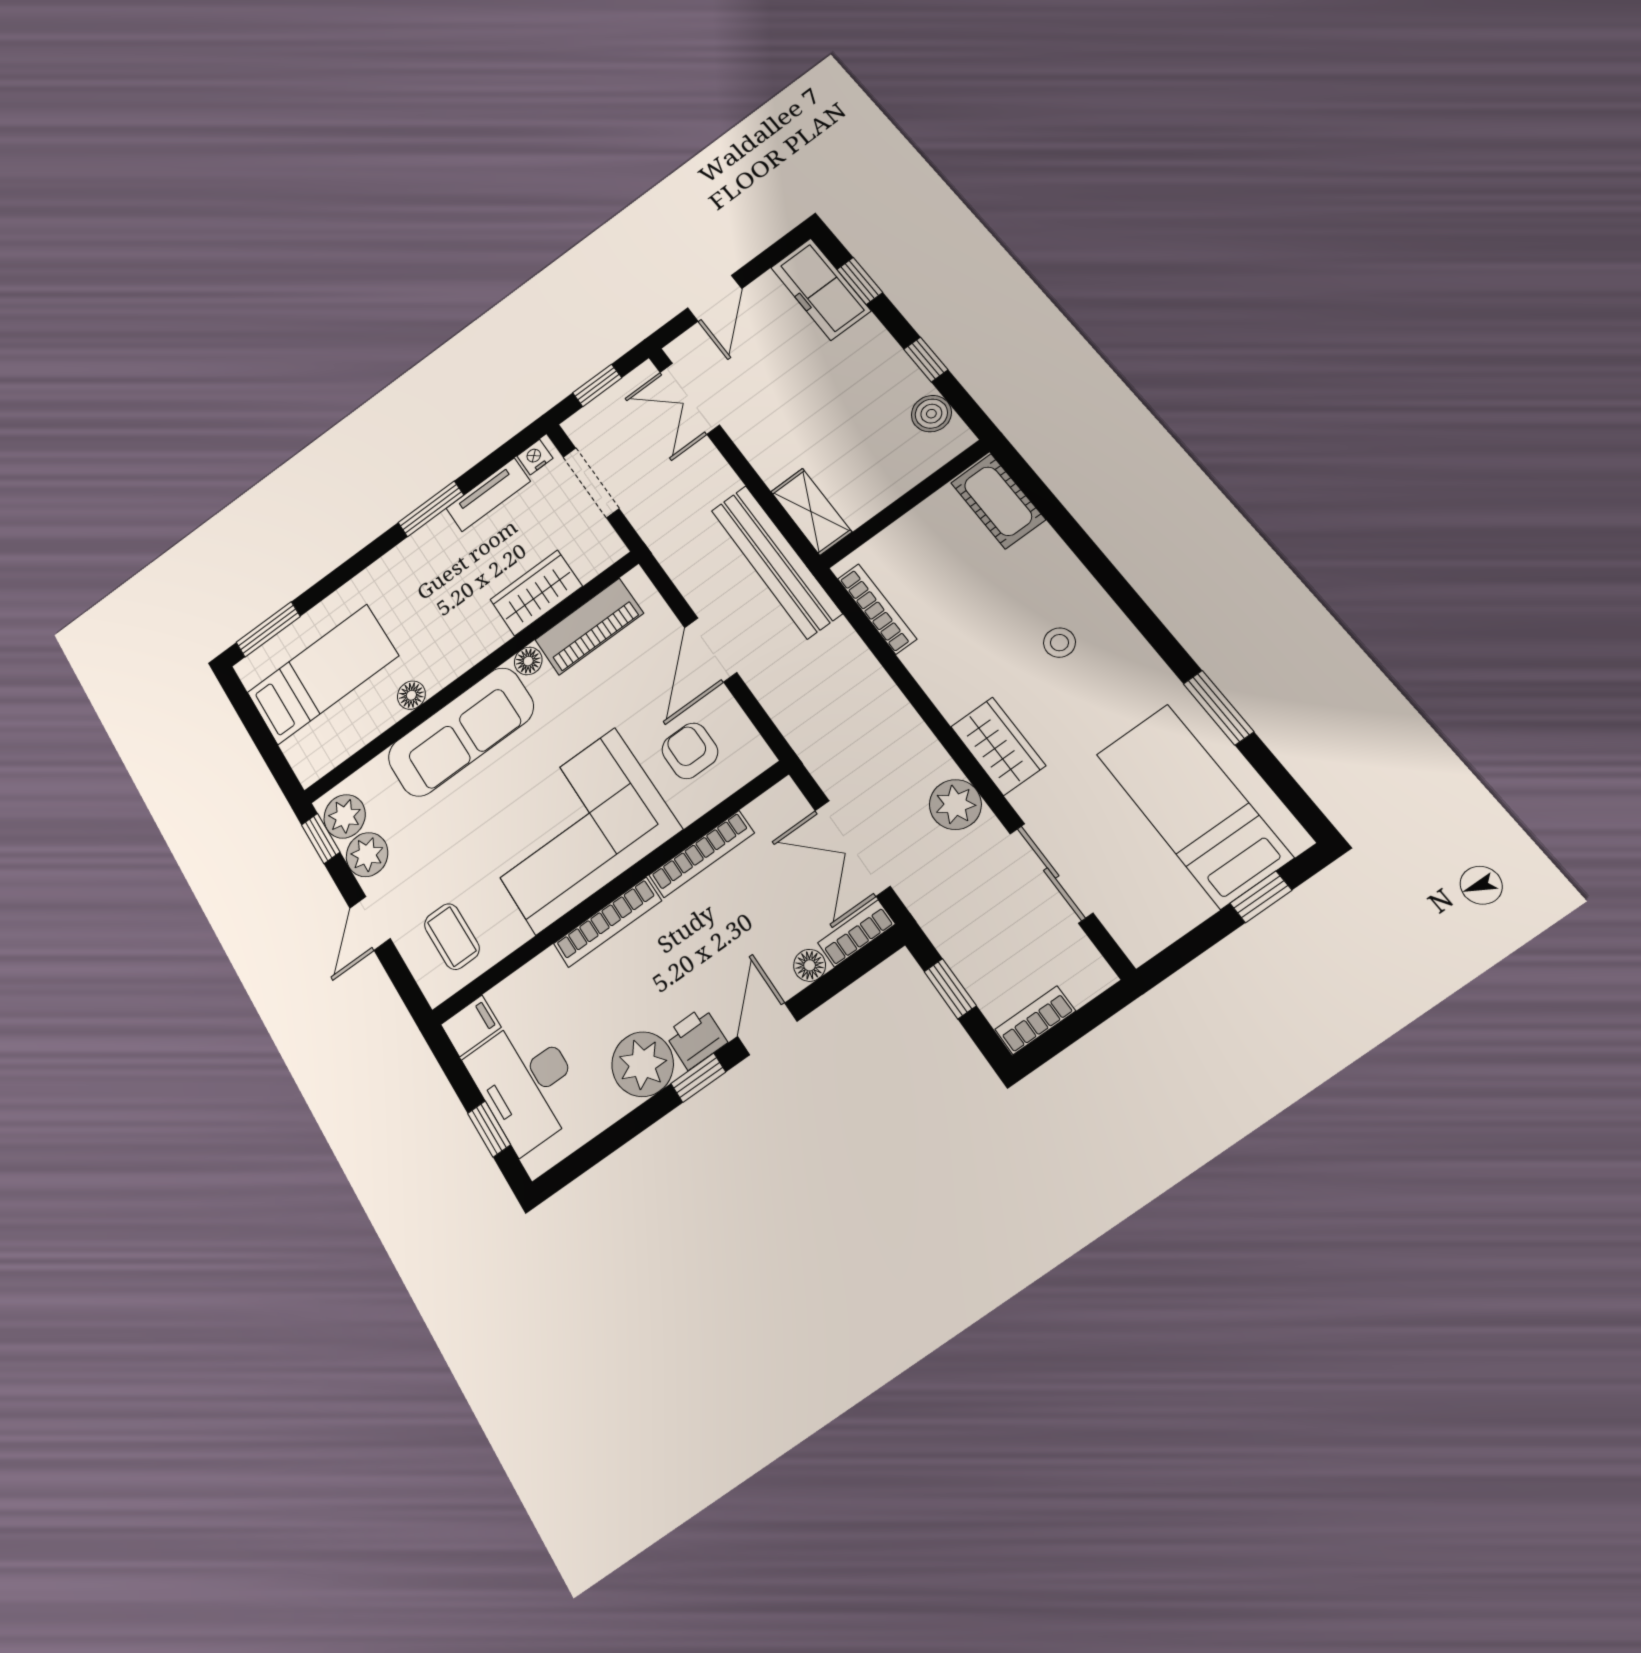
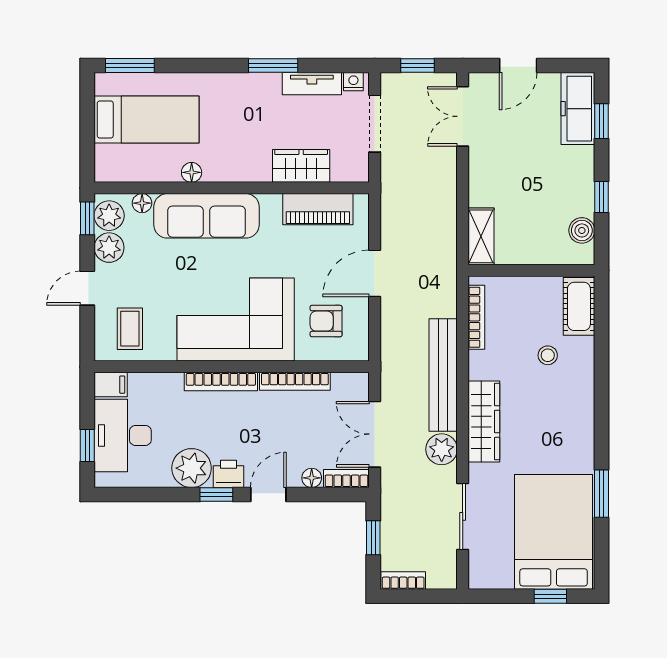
bench: (776, 561) -> (443, 375), moved
stool: (1059, 643) -> (548, 355), moved
floor lamp: (528, 661) -> (142, 203), moved
wardrobe: (998, 746) -> (484, 422), width x1.50
armchair: (690, 751) -> (326, 321), turned -90
bed: (1193, 805) -> (554, 532), width x1.50

